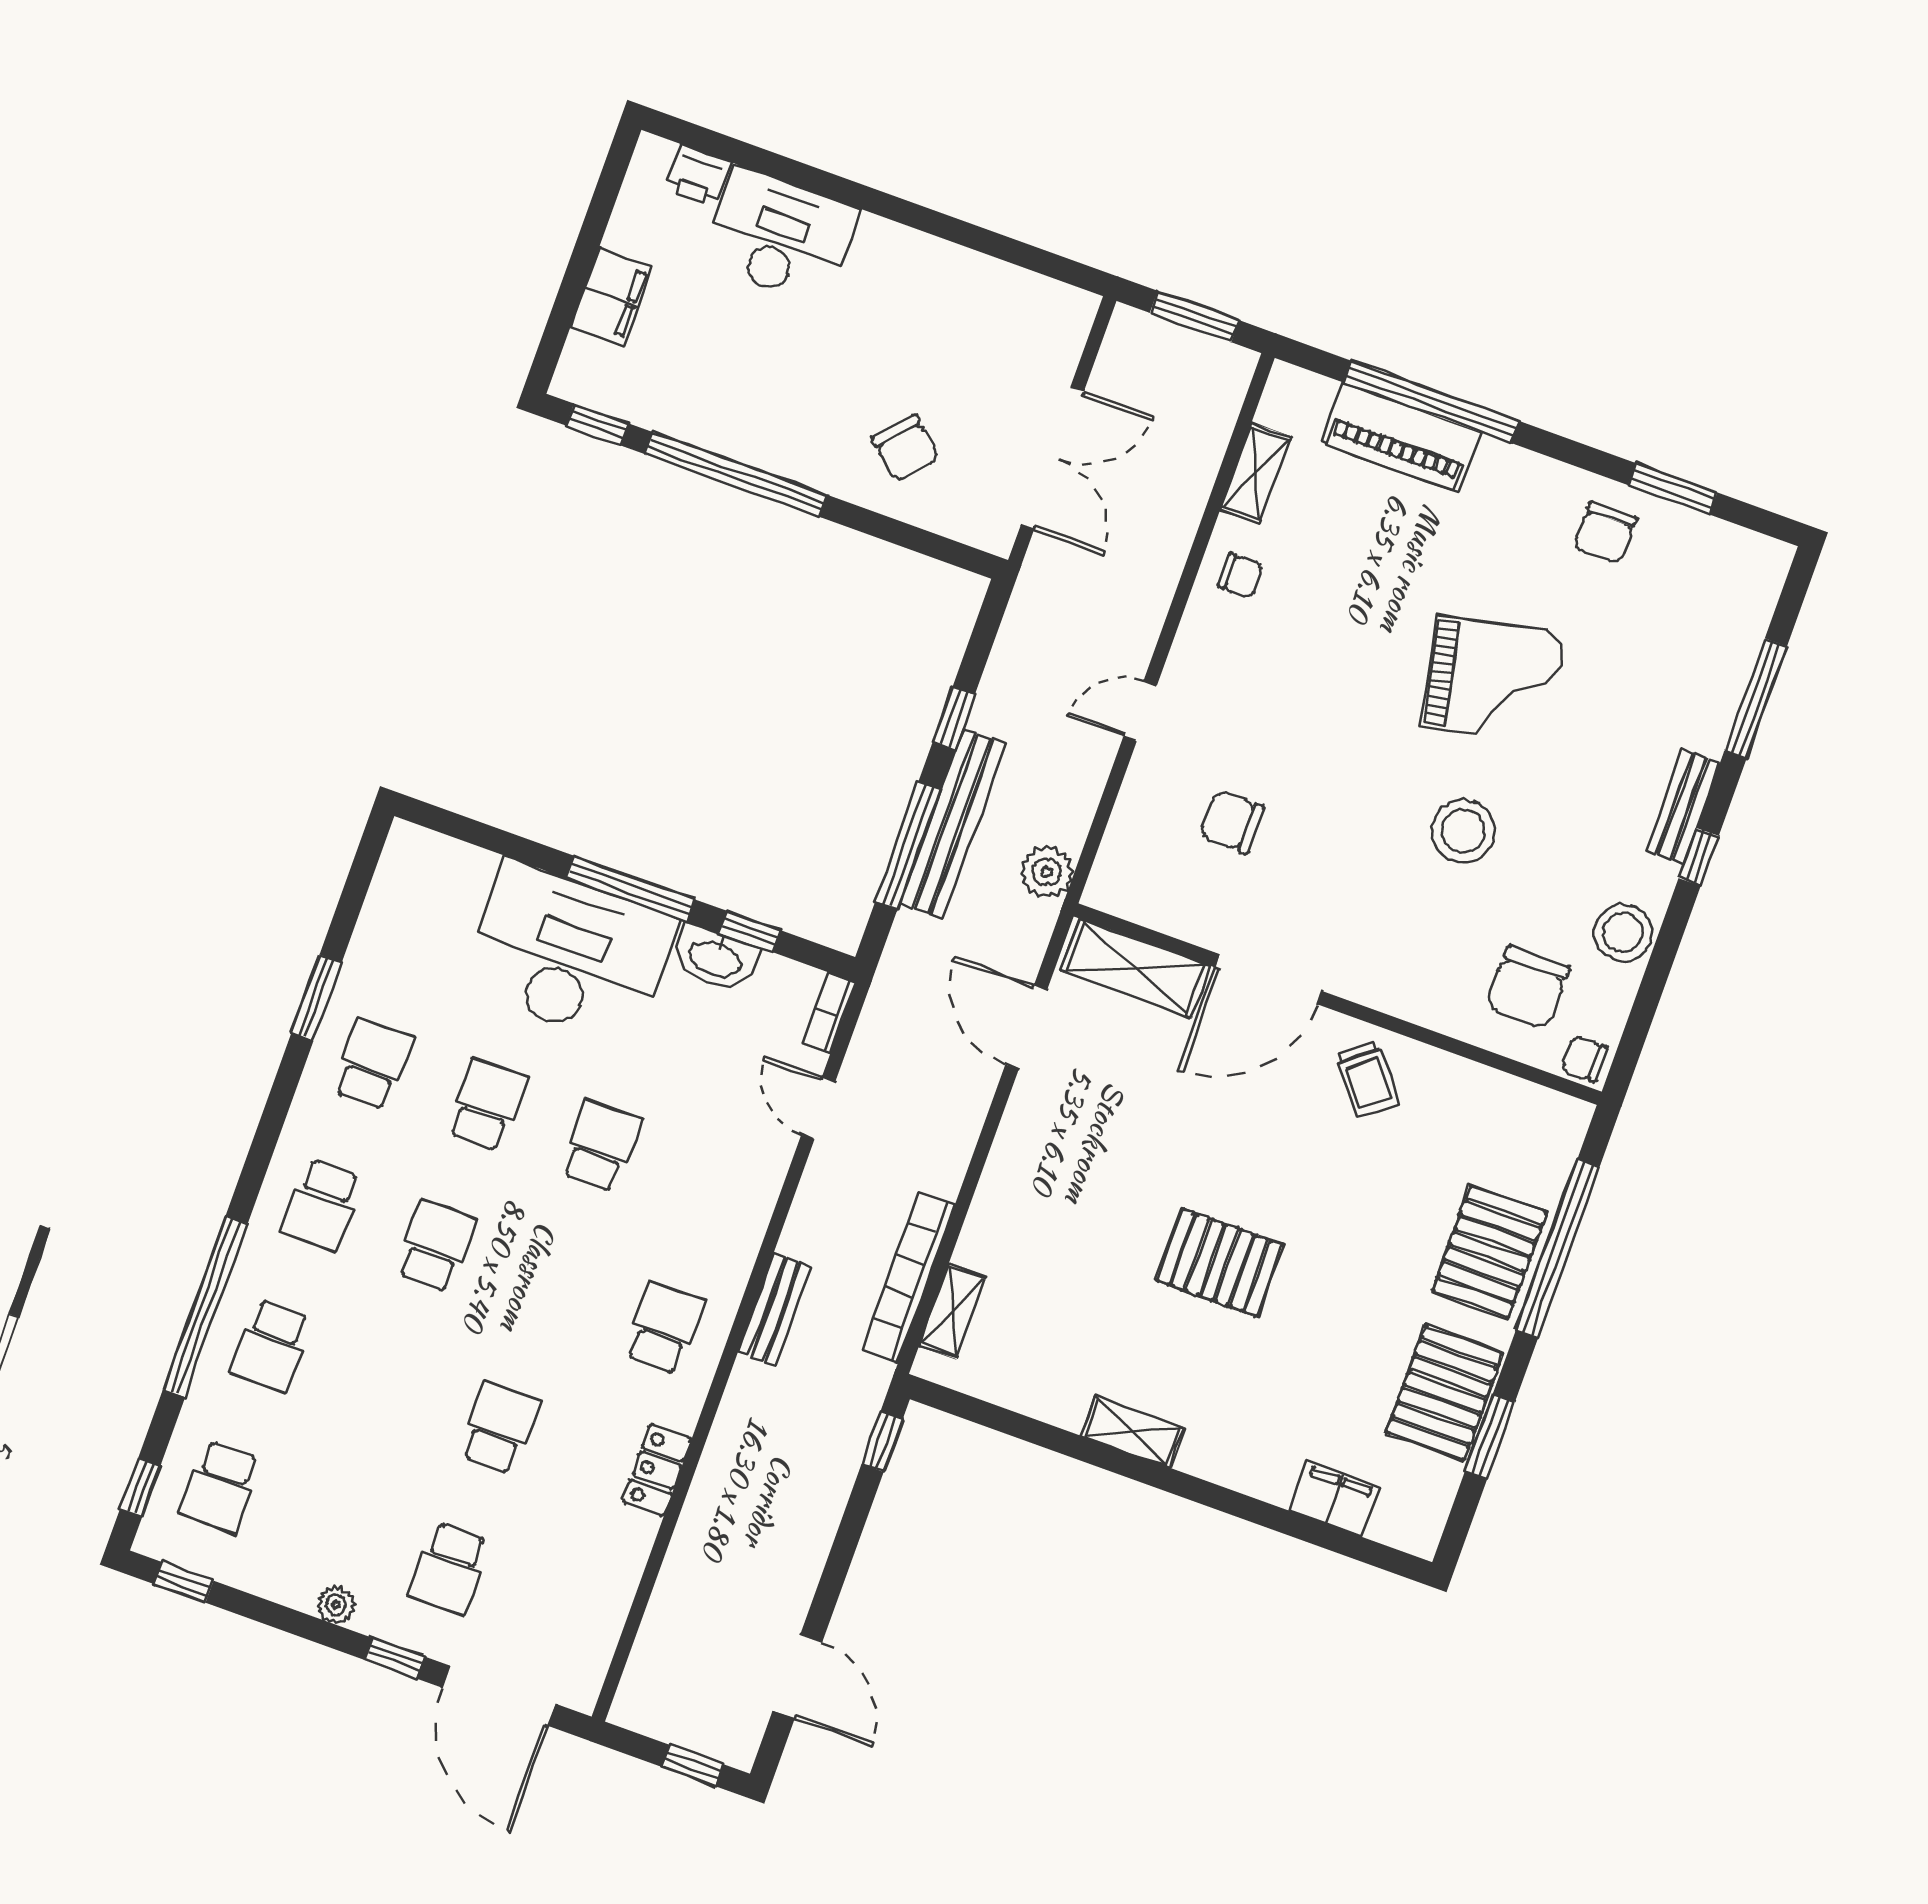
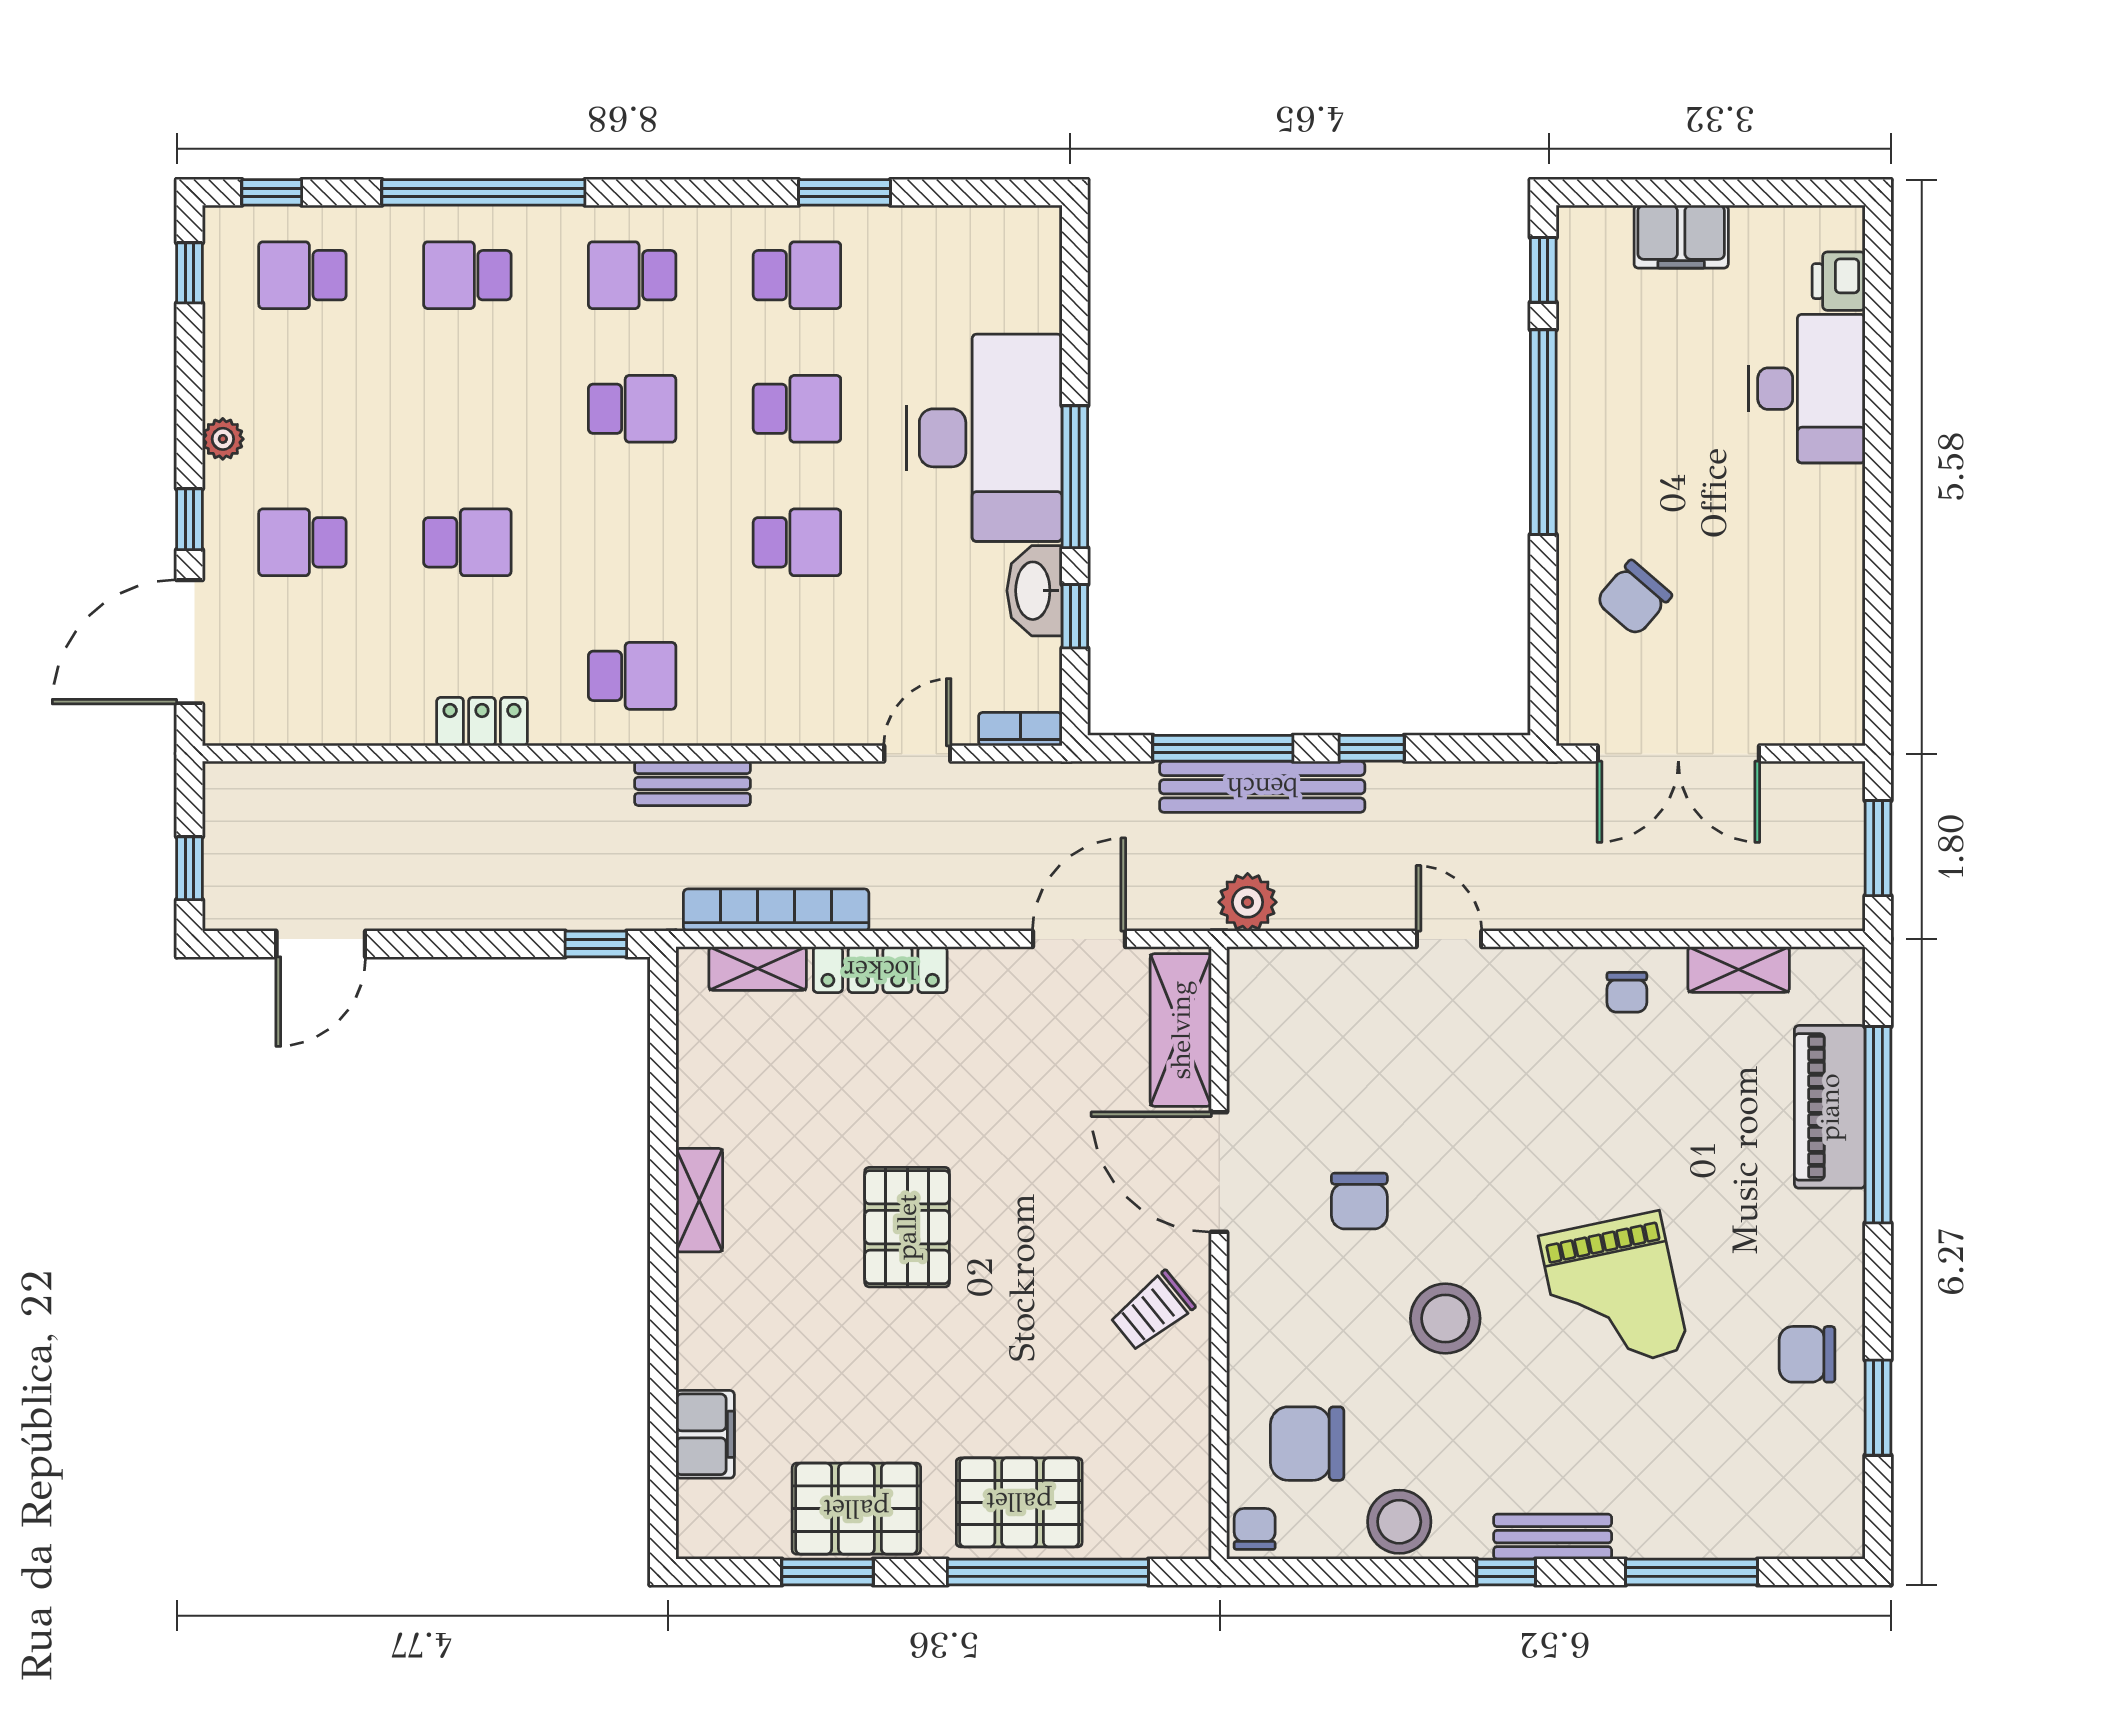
chair: (1232, 822) -> (1359, 1201), moved, turned 180
locker: (991, 1206) -> (880, 970), added

